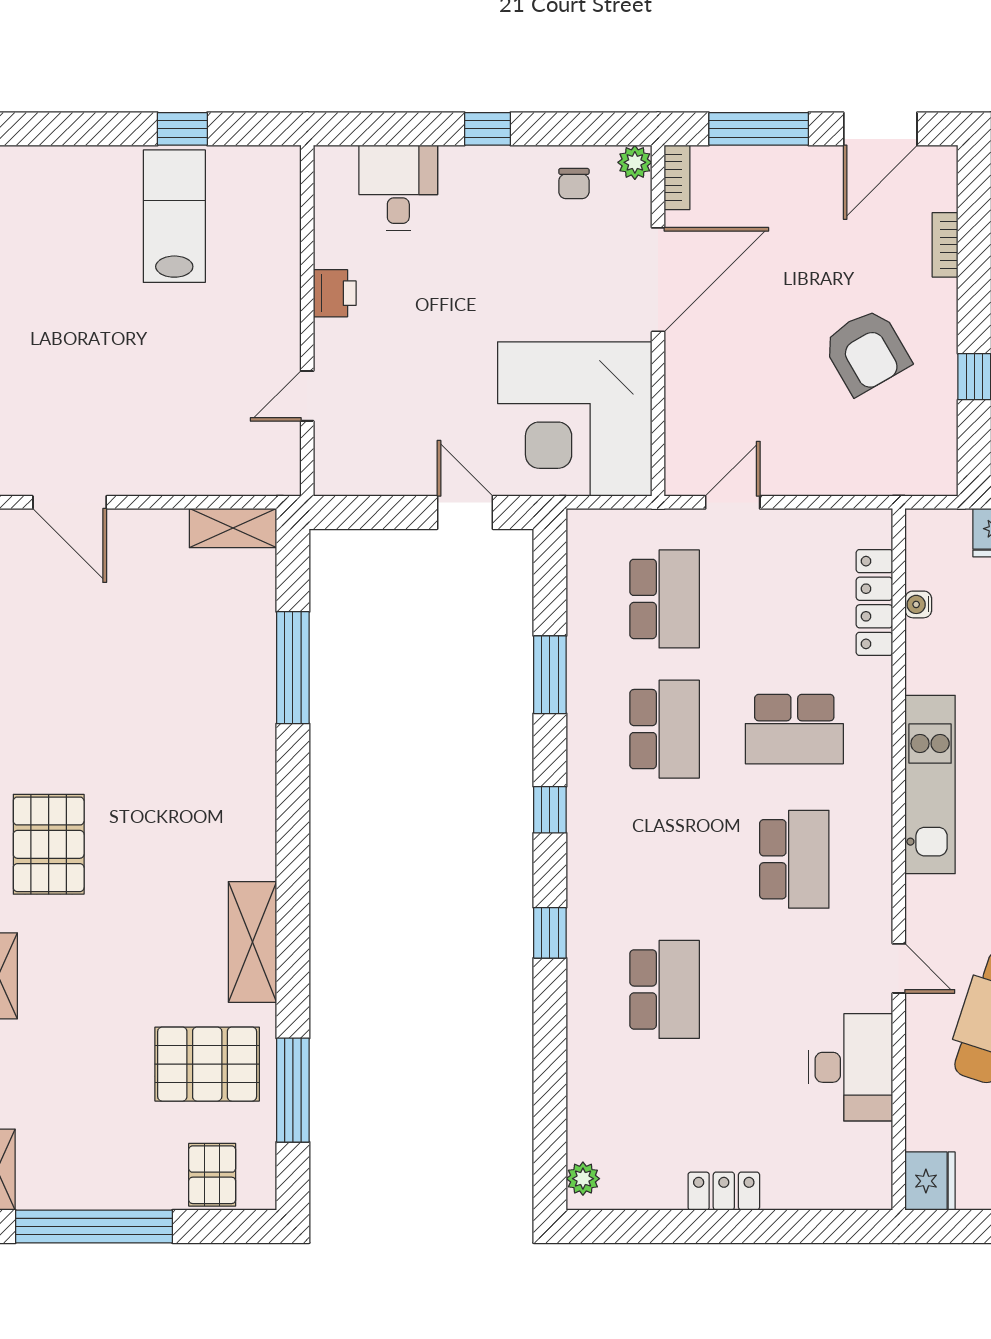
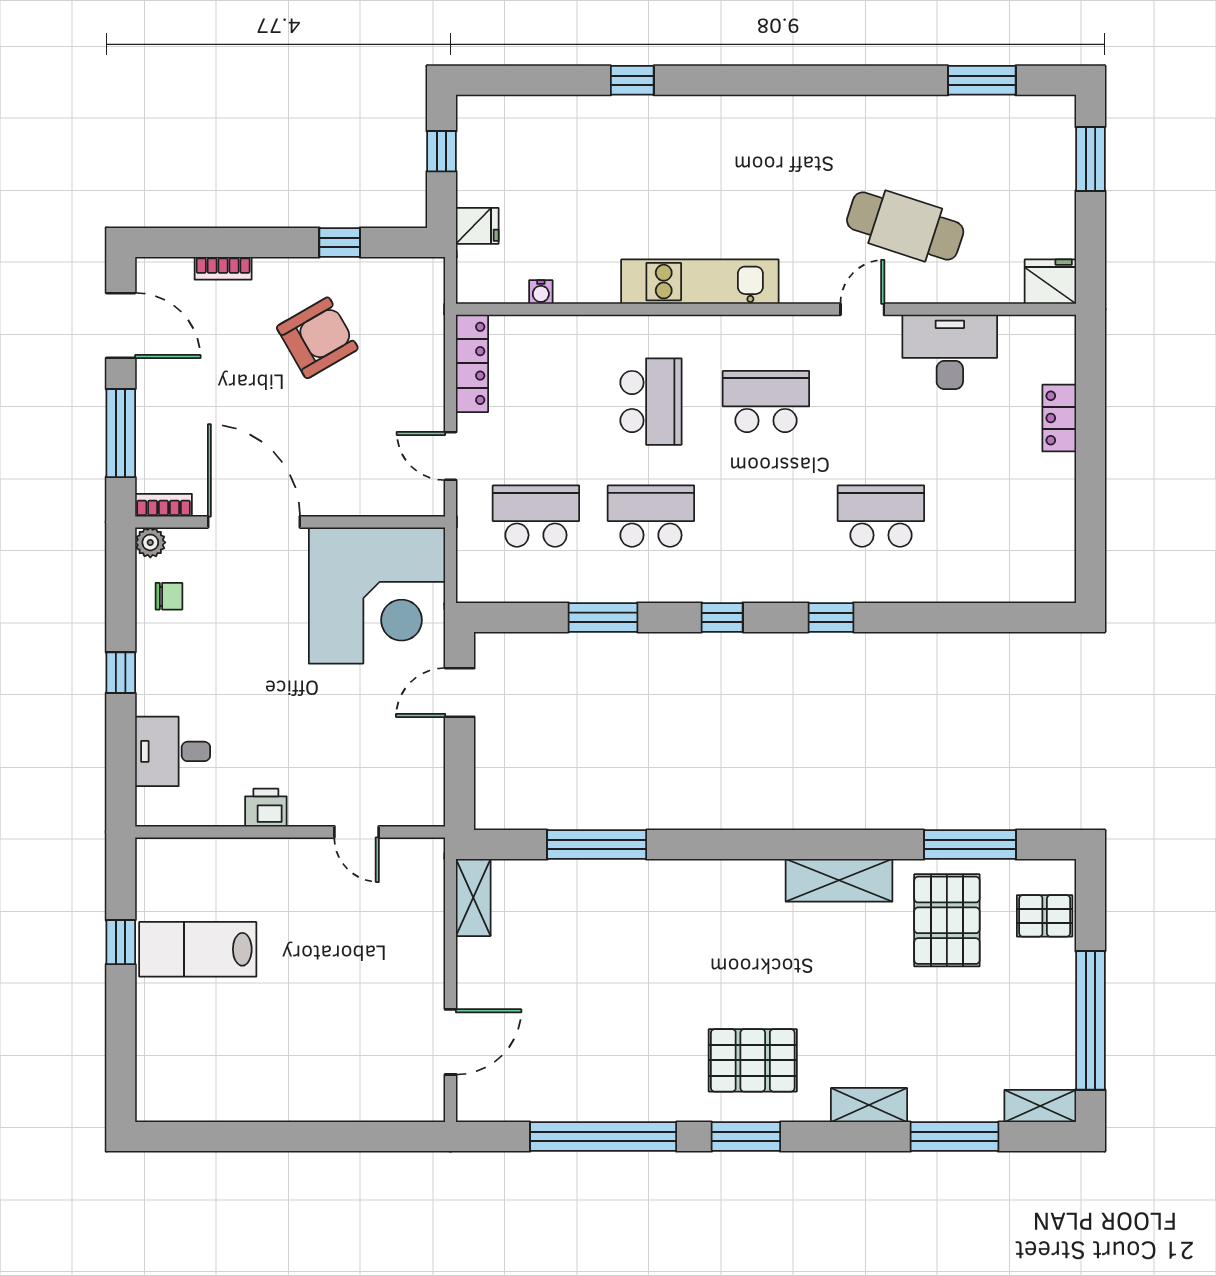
locker: (874, 603) -> (472, 363), moved, turned -90
plant: (583, 1179) -> (1048, 588), removed
locker: (724, 1191) -> (1059, 418), moved

